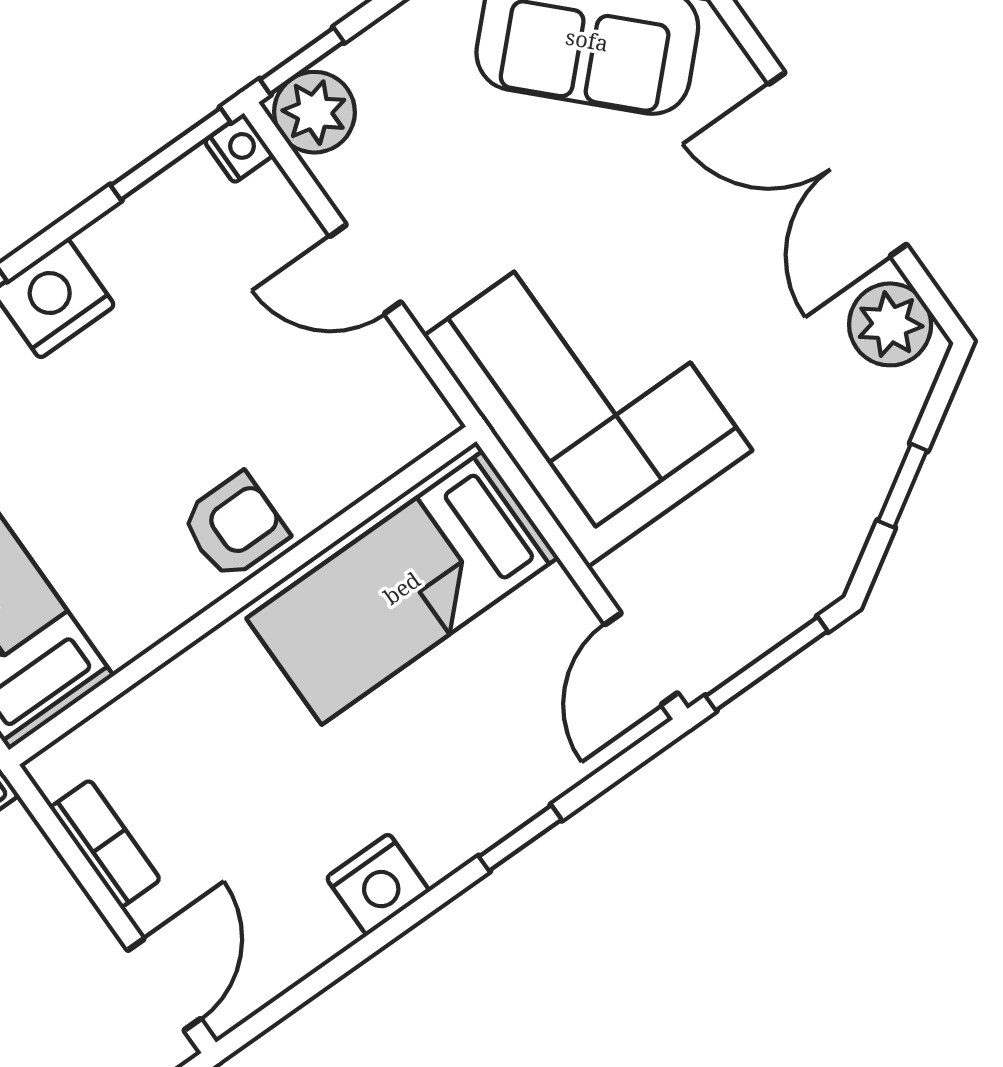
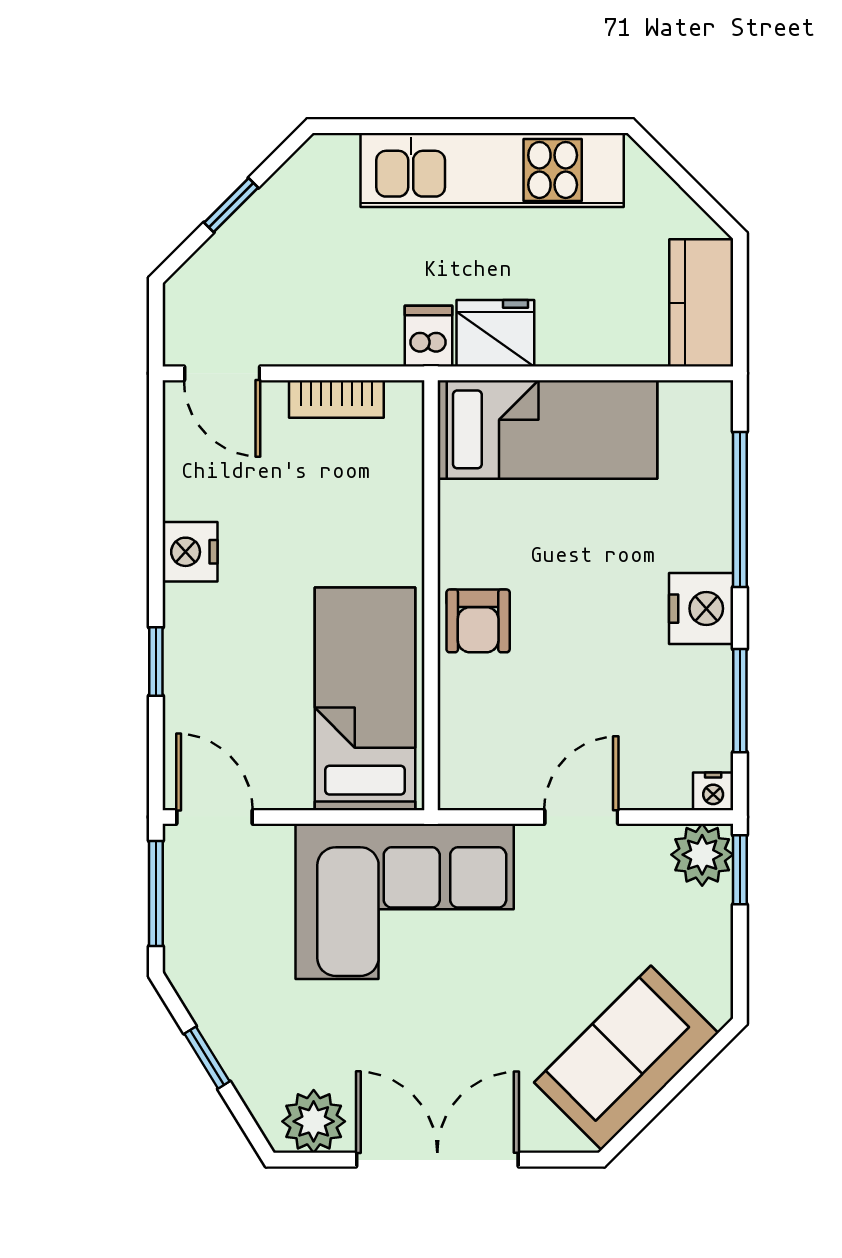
window: (171, 154) -> (740, 701), moved

